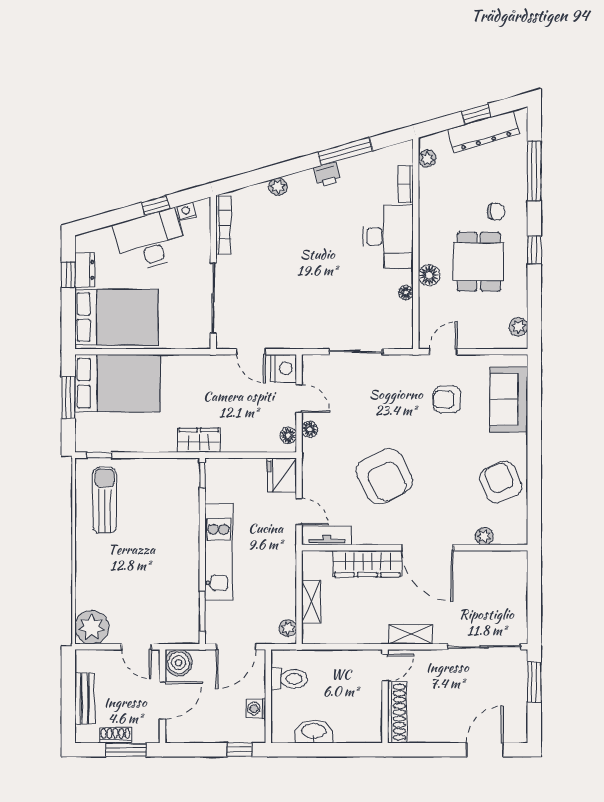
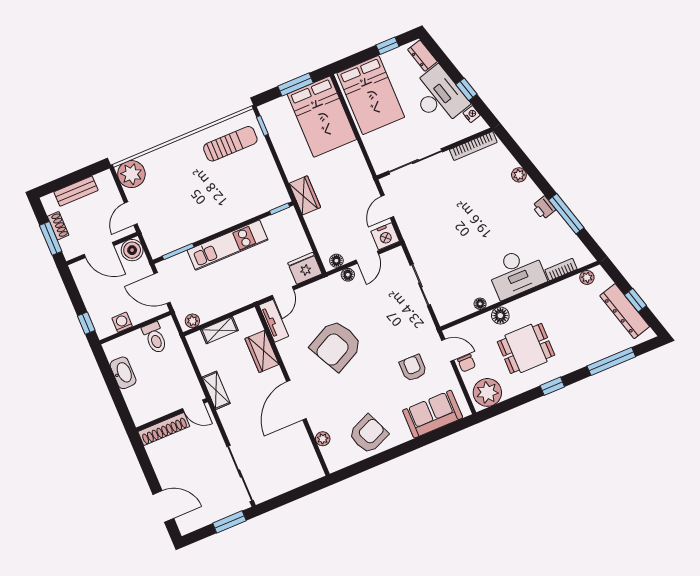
chair: (496, 212) -> (467, 363), moved
dresser: (85, 270) -> (422, 56), moved, turned 74
plant: (518, 327) -> (487, 392), width x1.87, depth x1.87
wardrobe: (367, 564) -> (262, 351), width x0.67
shelving: (411, 634) -> (216, 390), moved

